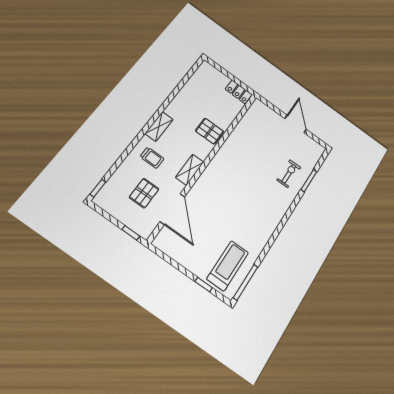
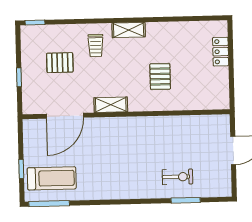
locker: (239, 92) -> (221, 52), moved
wall: (205, 164) -> (126, 114), moved
shelving: (190, 170) -> (111, 105), moved
door: (172, 209) -> (65, 116), moved

